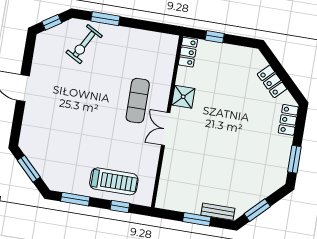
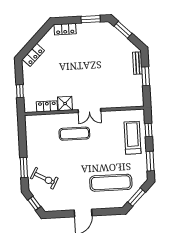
locker: (188, 52) -> (47, 106), moved
locker: (272, 81) -> (33, 55), moved
exercise mat: (57, 137) -> (111, 183), added
window: (257, 210) -> (123, 30), moved

